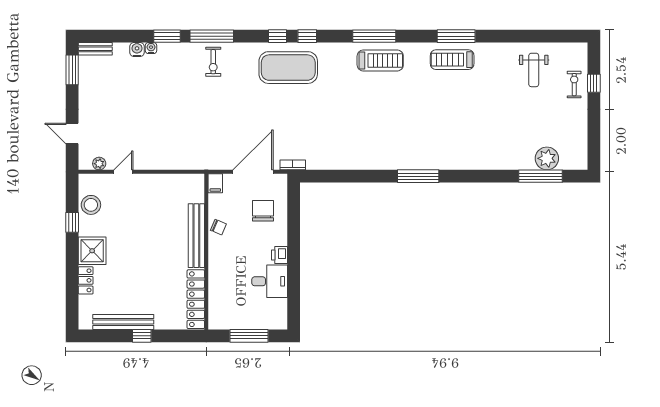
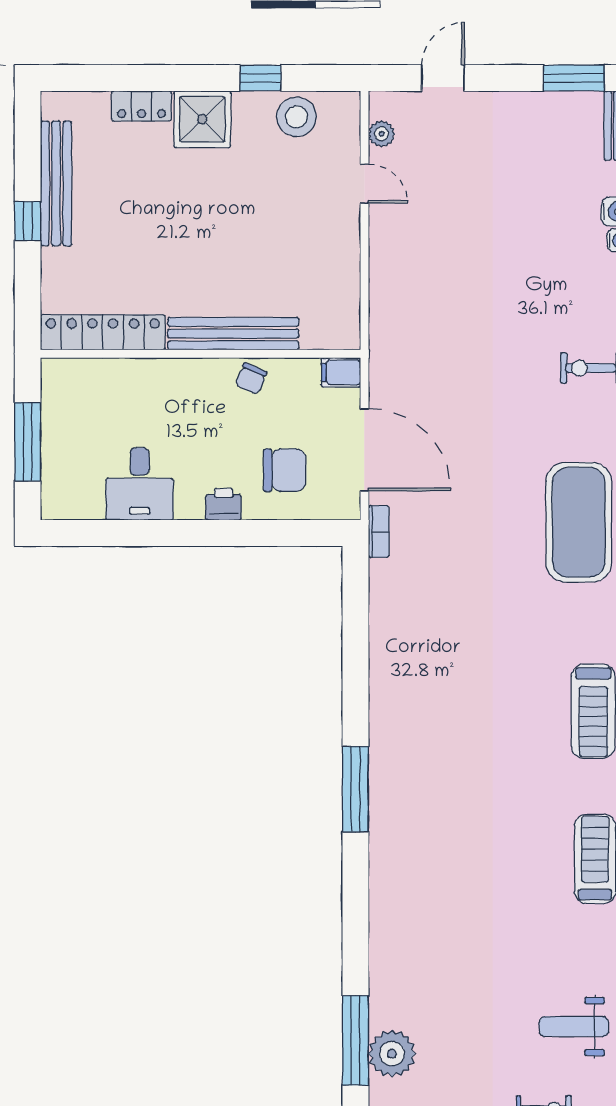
printer: (279, 255) -> (224, 504), moved

